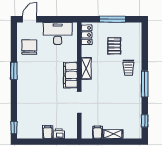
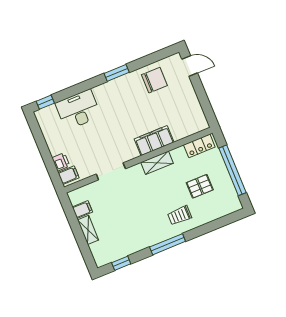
window: (113, 19) -> (232, 170), width x1.46
desk: (58, 33) -> (78, 110), moved, turned -90
filing cabinet: (70, 75) -> (154, 141), moved
filing cabinet: (48, 132) -> (69, 175), moved

